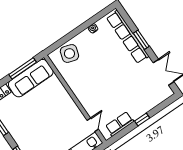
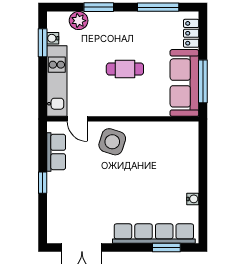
window: (141, 40) -> (166, 247), moved
side table: (69, 53) -> (112, 142), moved
cafe table: (46, 117) -> (125, 69), added

